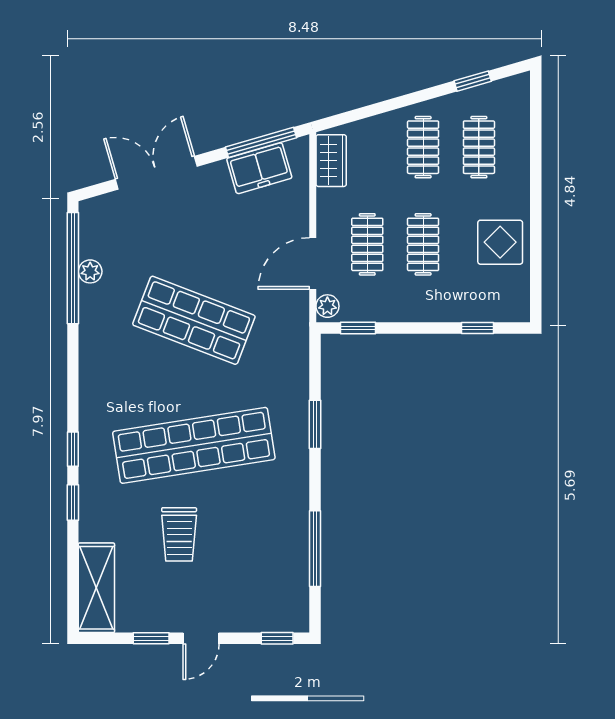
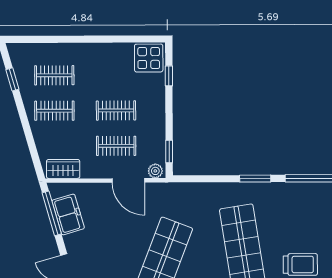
display table: (500, 242) -> (149, 58), moved
window: (315, 424) -> (255, 179), moved

